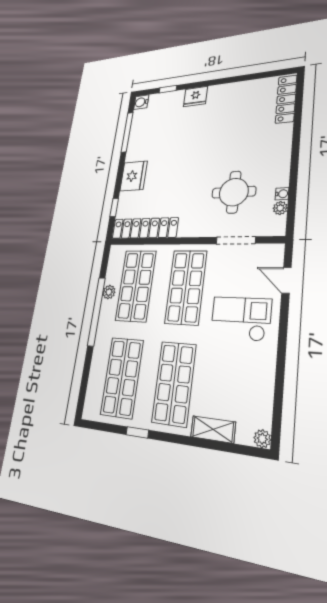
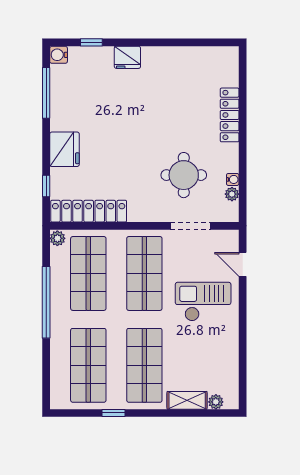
locker: (286, 99) -> (230, 115), moved
plant: (109, 292) -> (57, 238), moved
plant: (262, 439) -> (216, 402), moved

